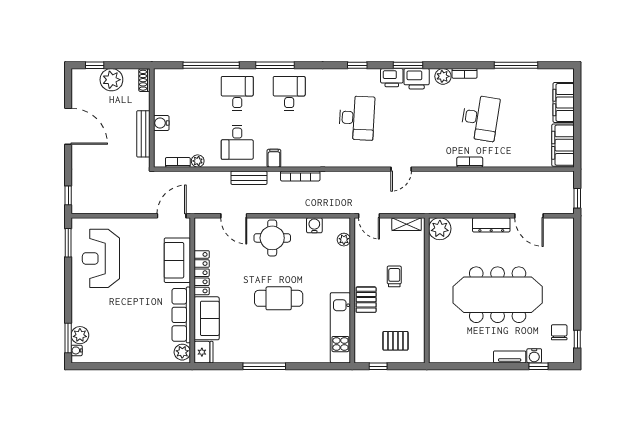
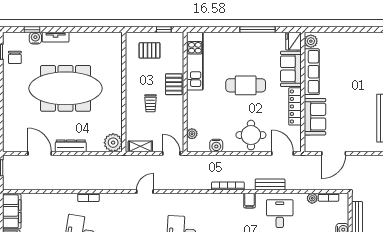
sofa: (177, 260) -> (315, 117), moved
locker: (202, 273) -> (295, 106), moved
wall: (192, 290) -> (303, 92), moved
row of seats: (181, 315) -> (312, 72), moved
sofa: (207, 318) -> (291, 69), moved
plant: (182, 352) -> (311, 41), moved
fridge: (203, 352) -> (293, 41), moved

